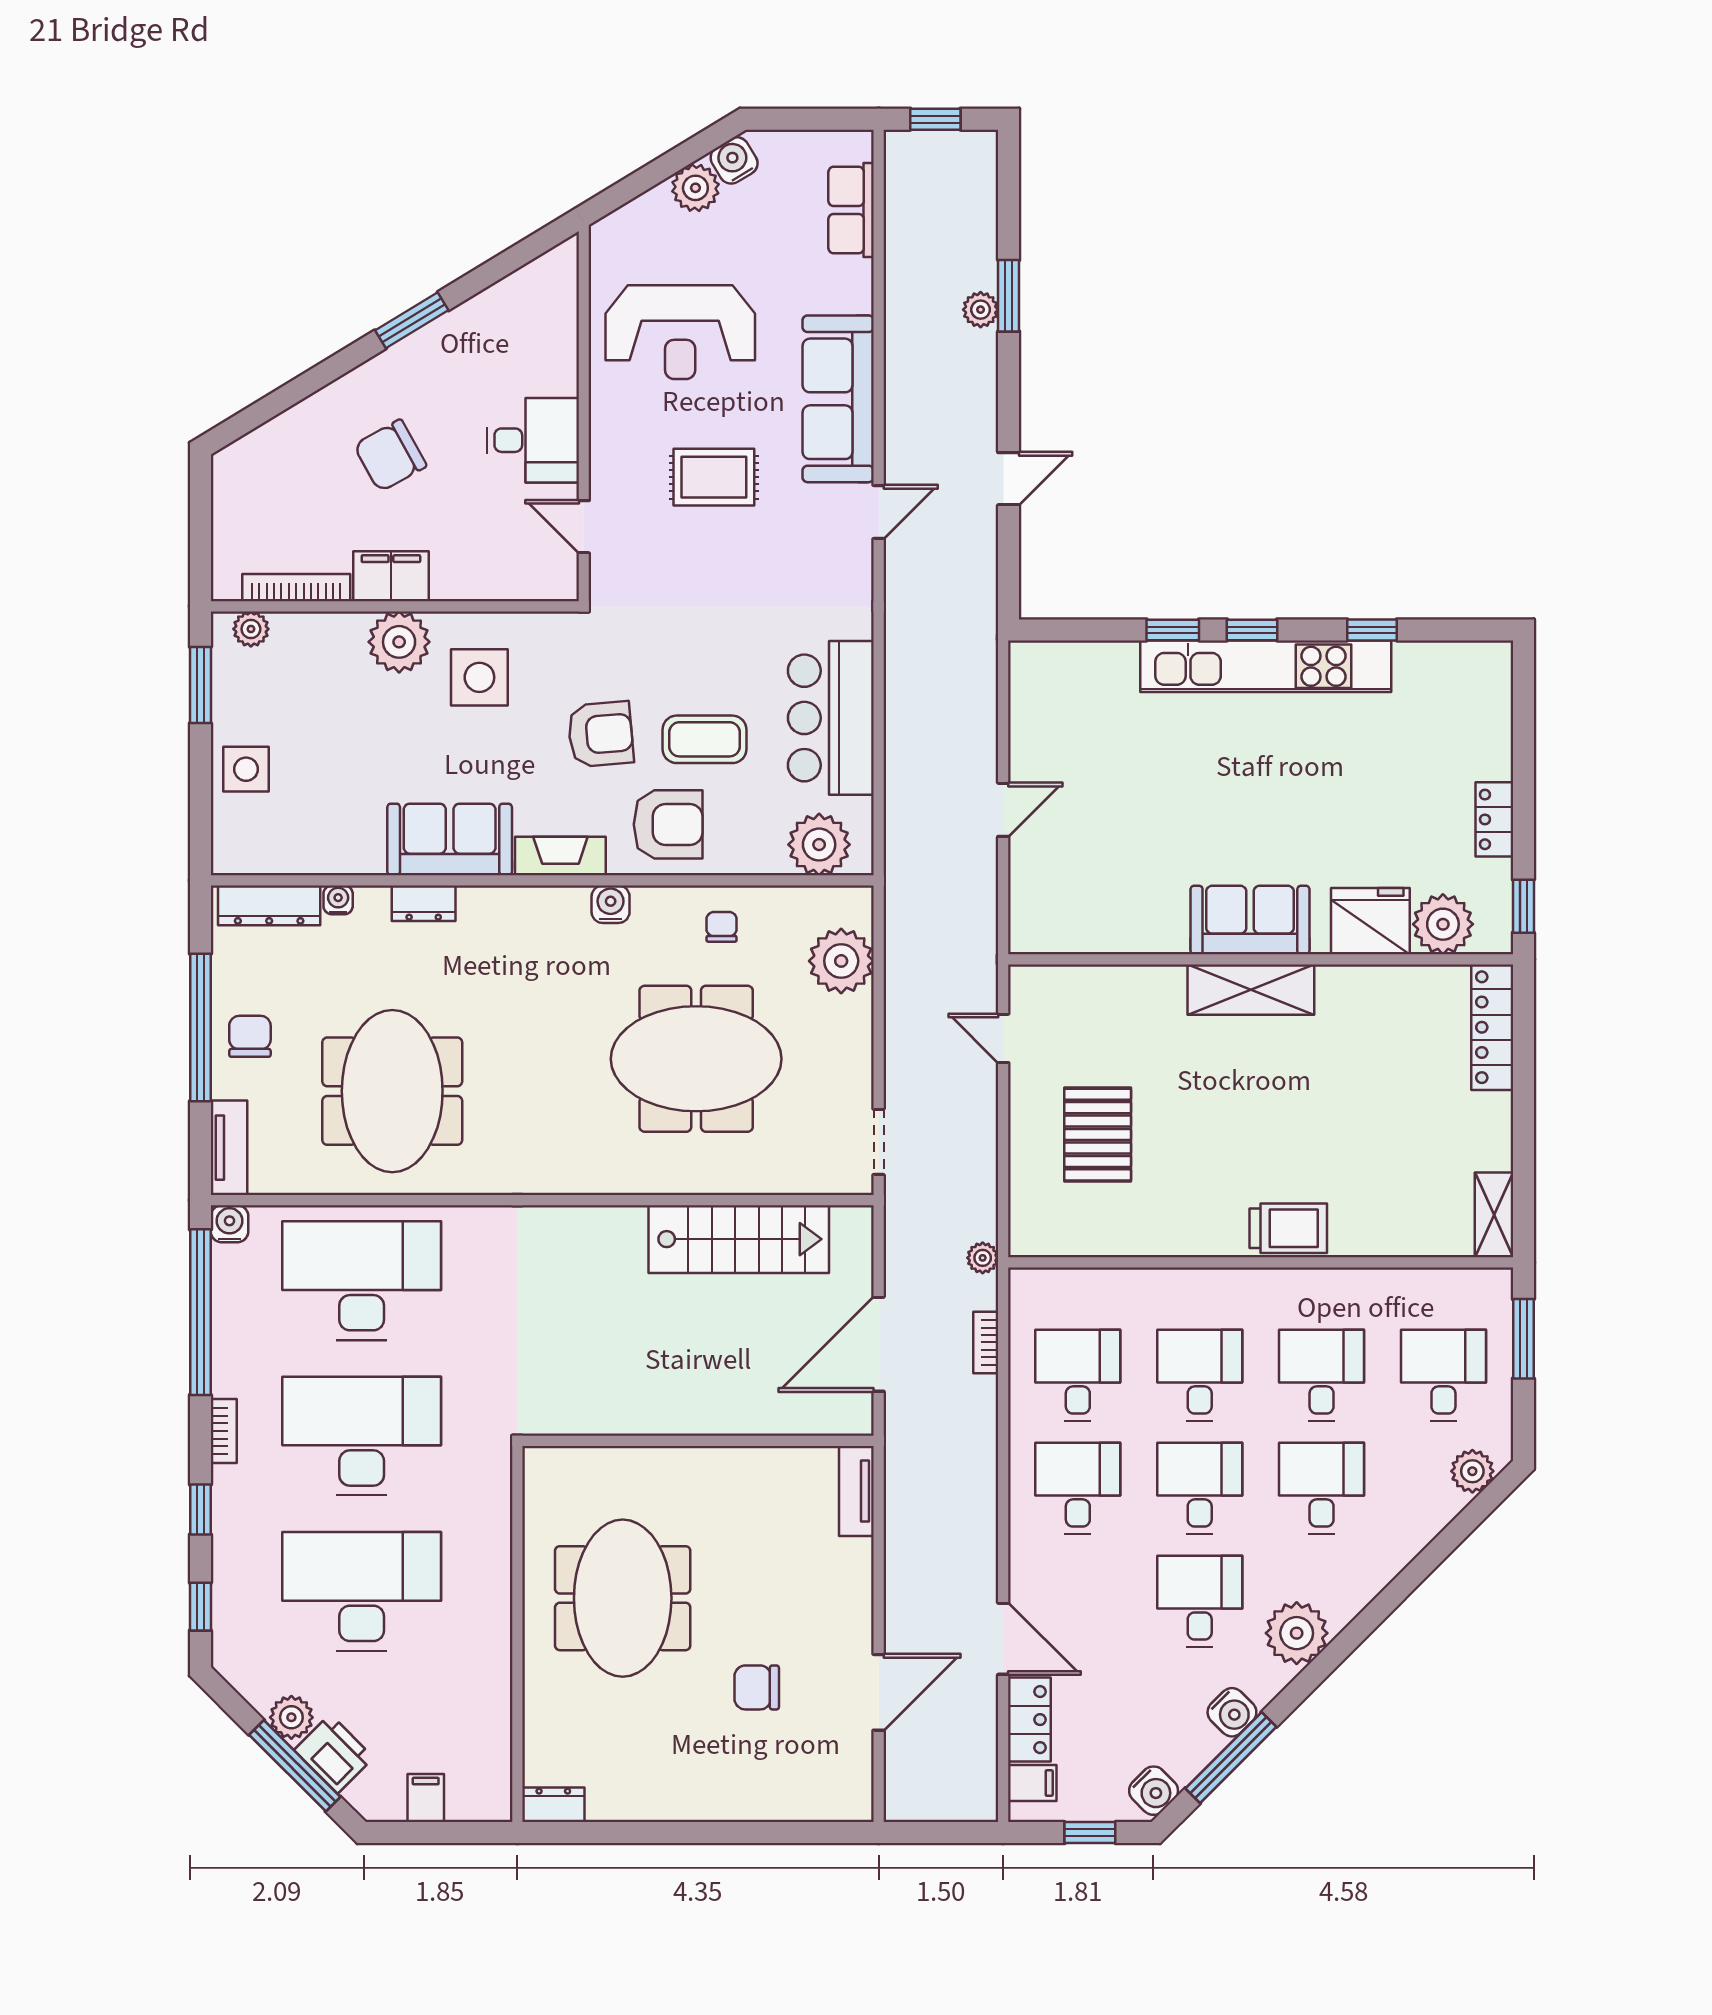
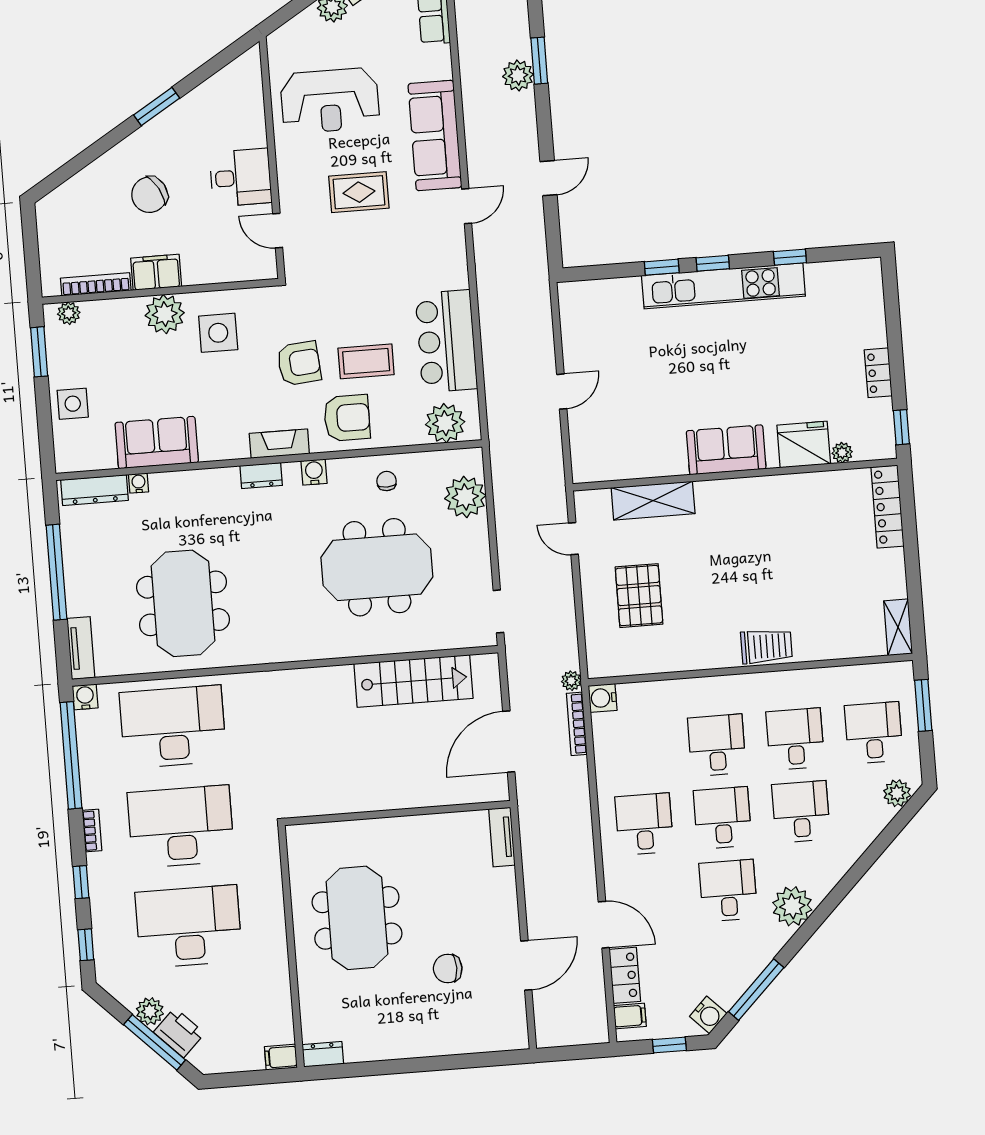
plant: (981, 310) -> (518, 75), width x1.38, depth x1.38
sofa: (450, 839) -> (157, 443), moved
dresser: (424, 903) -> (261, 476), moved
plant: (1443, 924) -> (842, 453), width x0.53, depth x0.53
shelving: (1251, 990) -> (653, 501), moved
chair: (250, 1036) -> (89, 575), removed
bookcase: (986, 1342) -> (577, 724), width x1.56
desk: (1078, 1375) -> (638, 751), removed
water cooler: (1232, 1712) -> (603, 698), moved, turned 135
filing cabinet: (426, 1798) -> (281, 1057), moved, turned -90

